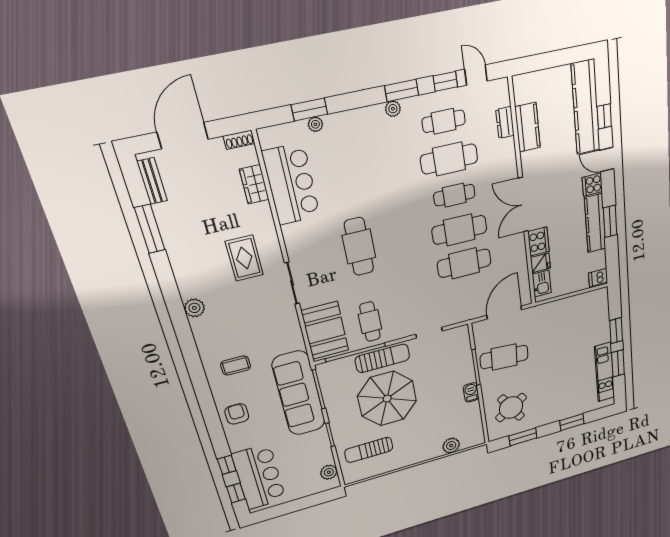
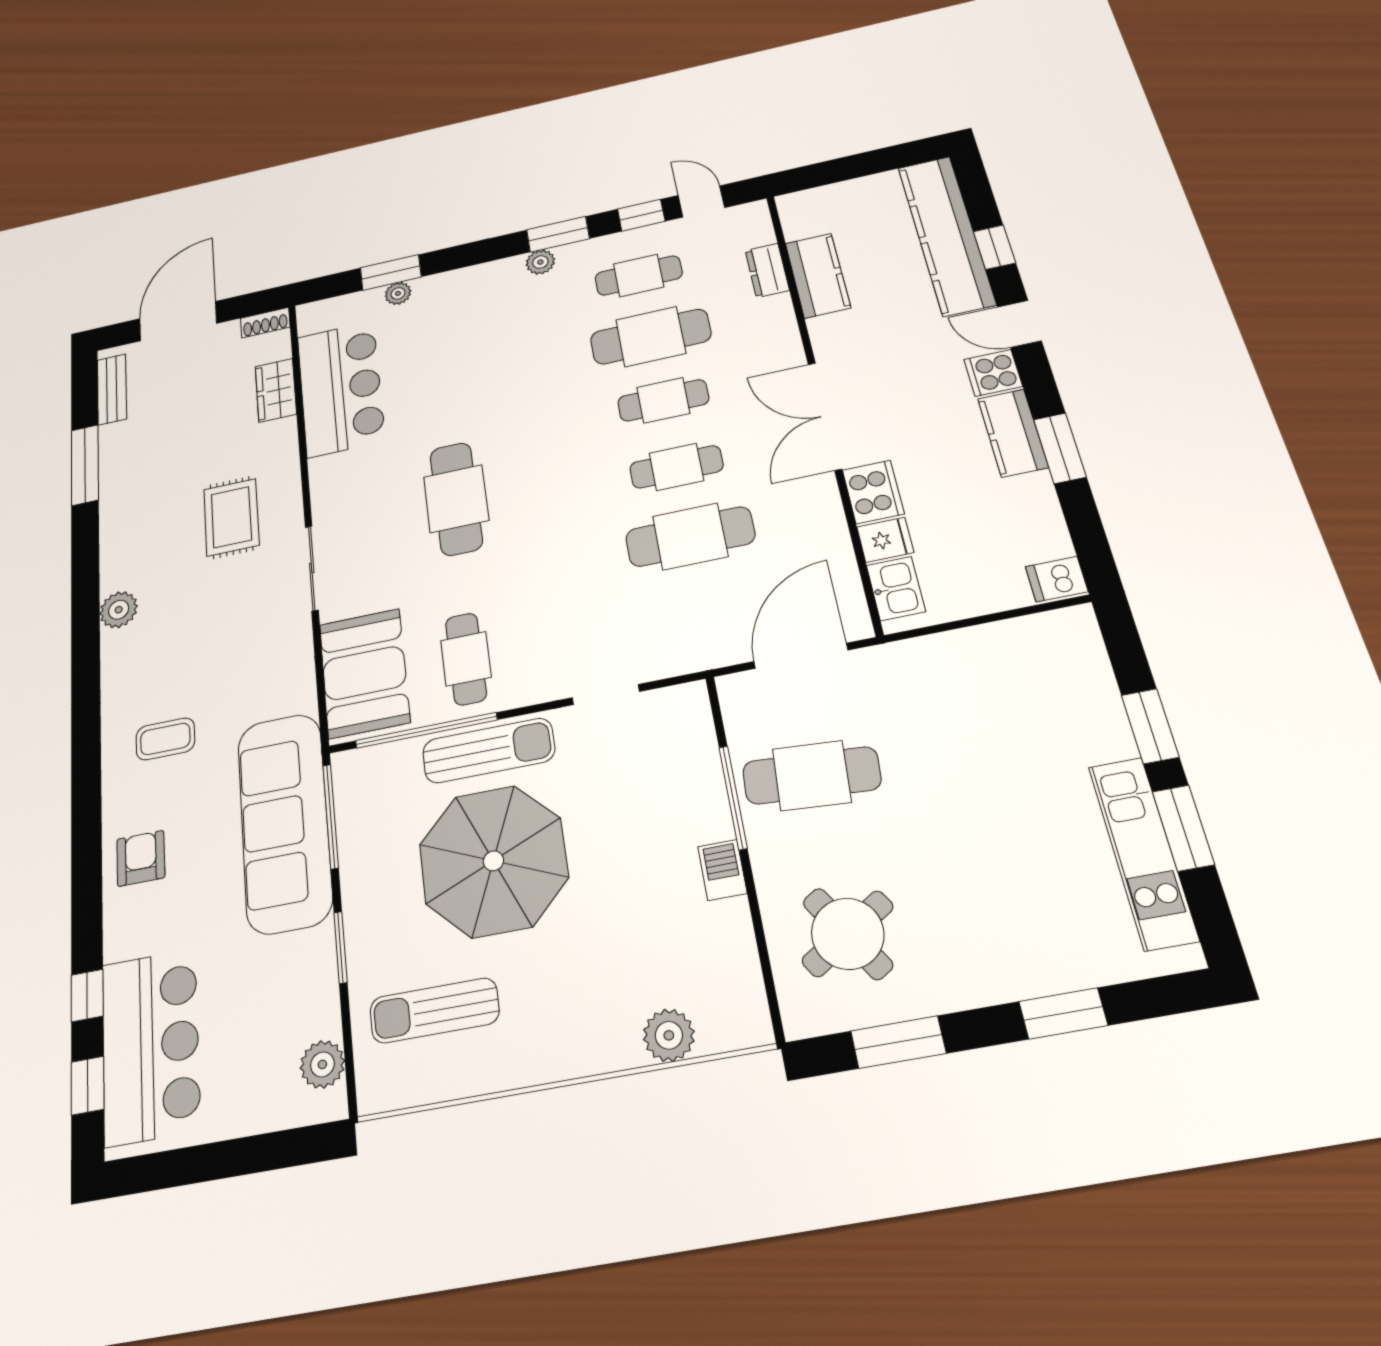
kitchen counter: (595, 223) -> (1013, 433), width x0.67
cafe table: (459, 230) -> (676, 467), width x0.73, depth x0.74

